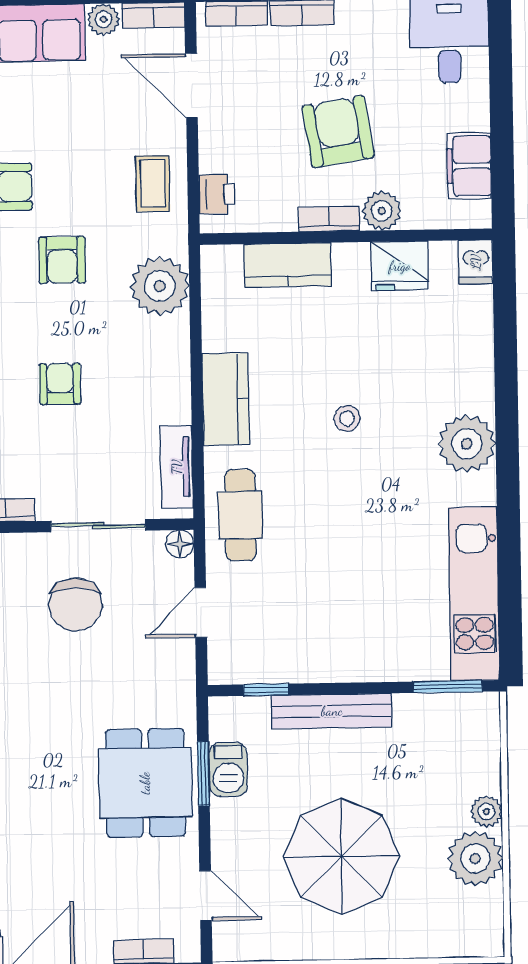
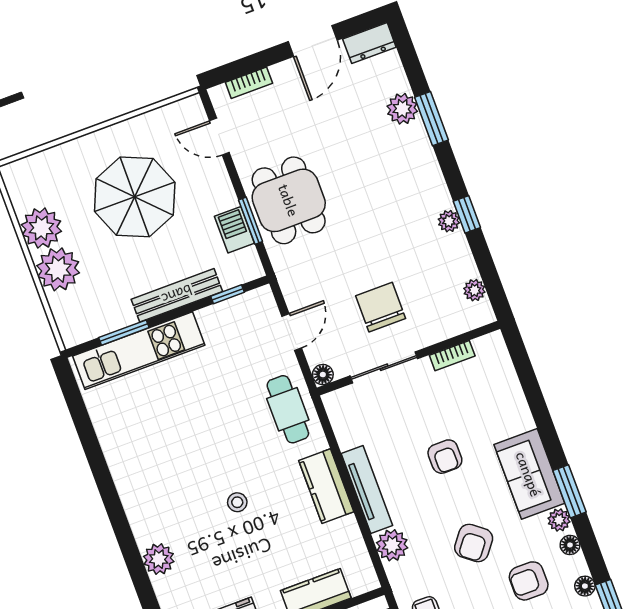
armchair: (62, 260) -> (474, 543), turned -142
plant: (160, 286) -> (392, 545), width x0.73, depth x0.73
plant: (467, 444) -> (159, 559), moved, width x0.73, depth x0.73
tv unit: (177, 467) -> (367, 490), moved, width x1.41
kitchen unit: (474, 594) -> (139, 351), moved, turned 90
window: (448, 687) -> (124, 333), moved
plant: (486, 812) -> (58, 269), width x1.88, depth x1.88

